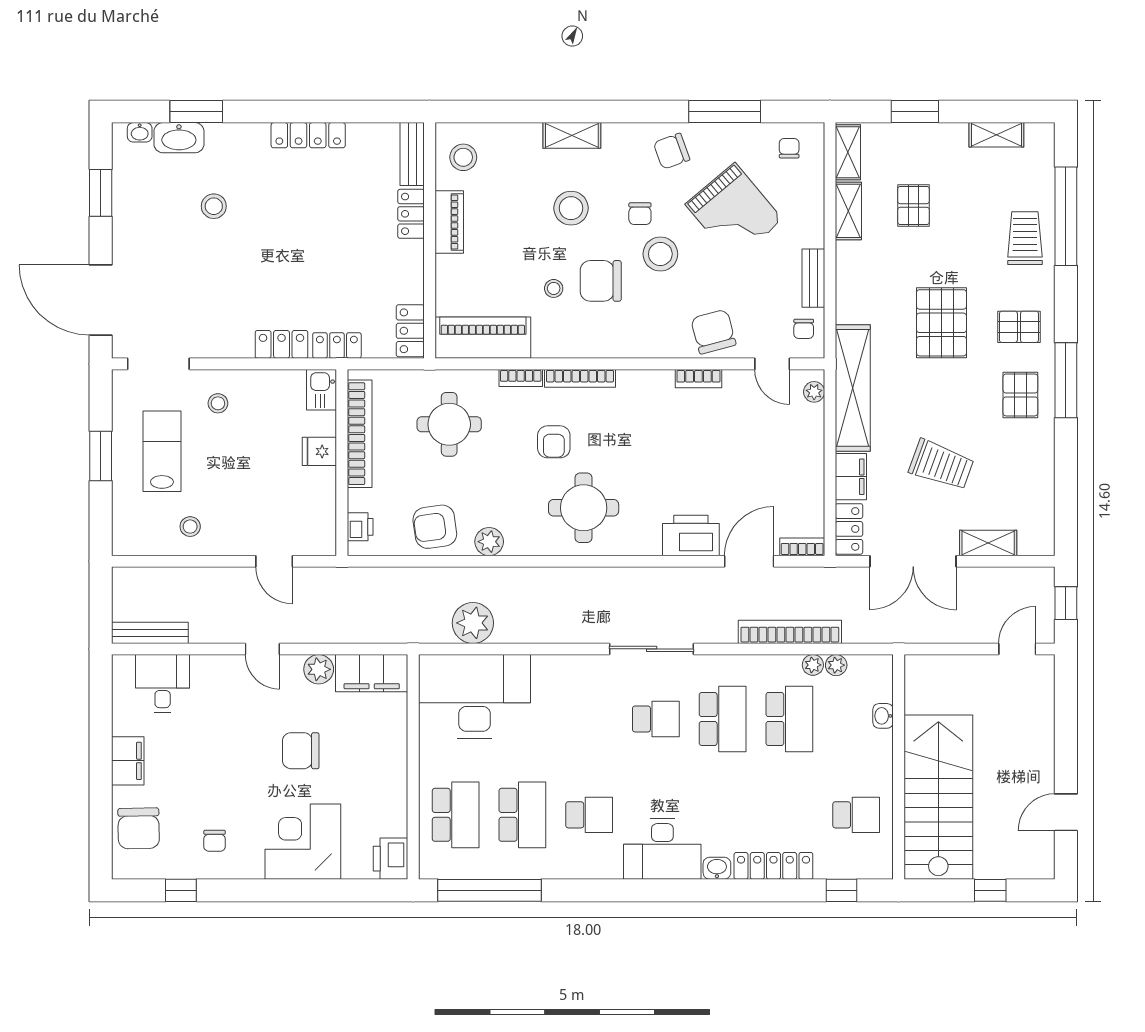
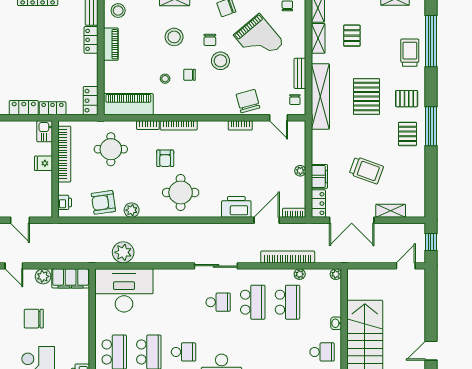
chair: (601, 281) -> (190, 75), width x0.54, depth x0.54
shelving: (853, 388) -> (320, 96), moved
plant: (814, 392) -> (300, 171), moved
plant: (836, 665) -> (336, 274), moved
washbasin: (883, 716) -> (336, 323), moved

